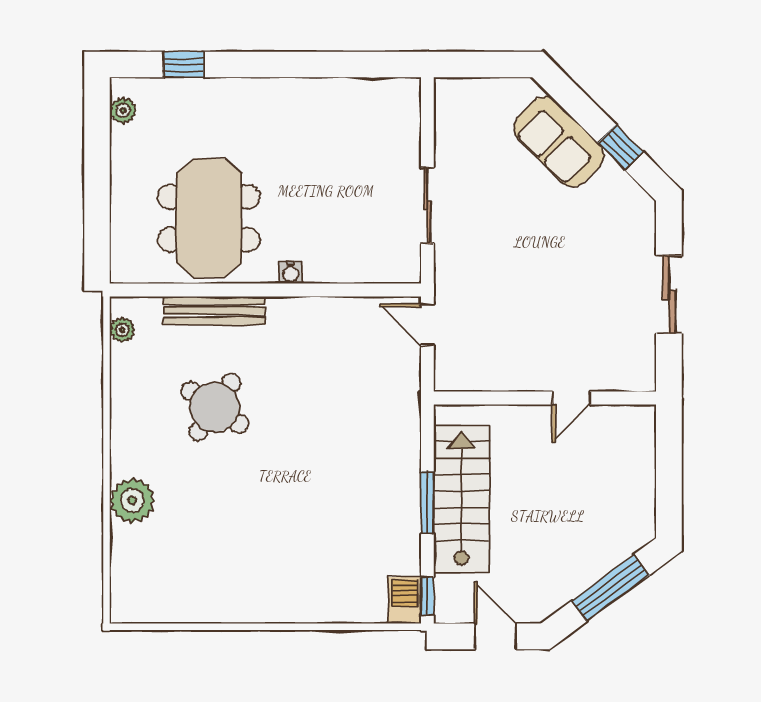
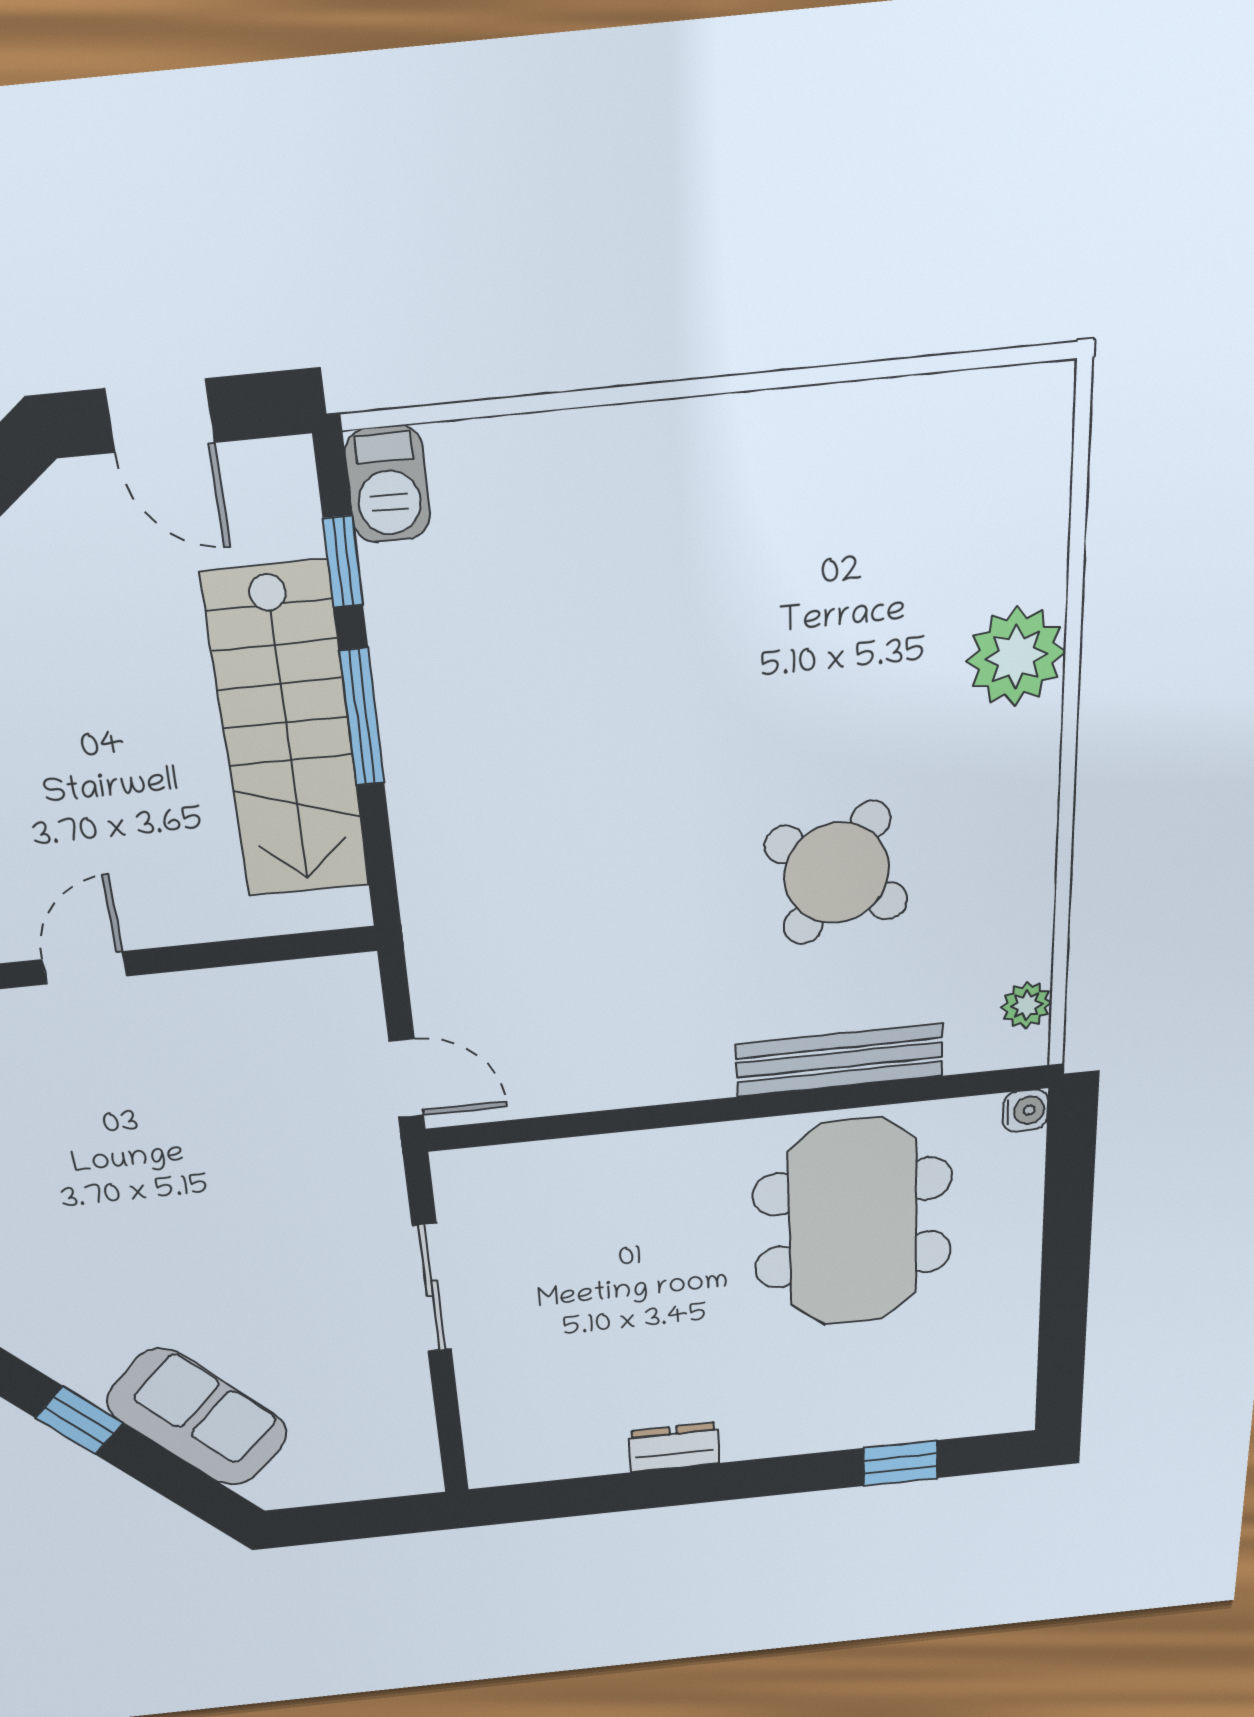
dresser: (308, 91) -> (674, 1447), added
plant: (123, 110) -> (1013, 1382), removed
water cooler: (291, 273) -> (1026, 1110), moved, turned 90
window: (427, 596) -> (343, 562), moved

